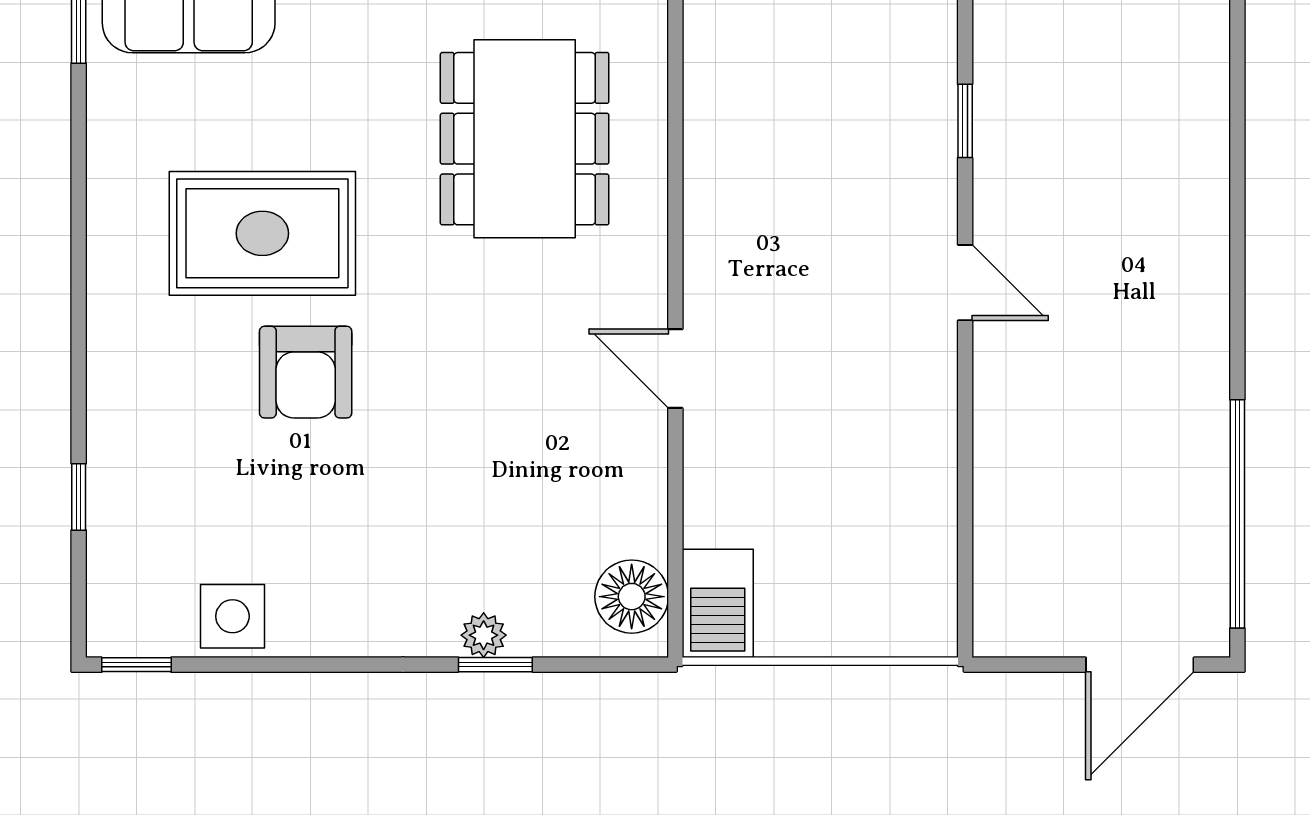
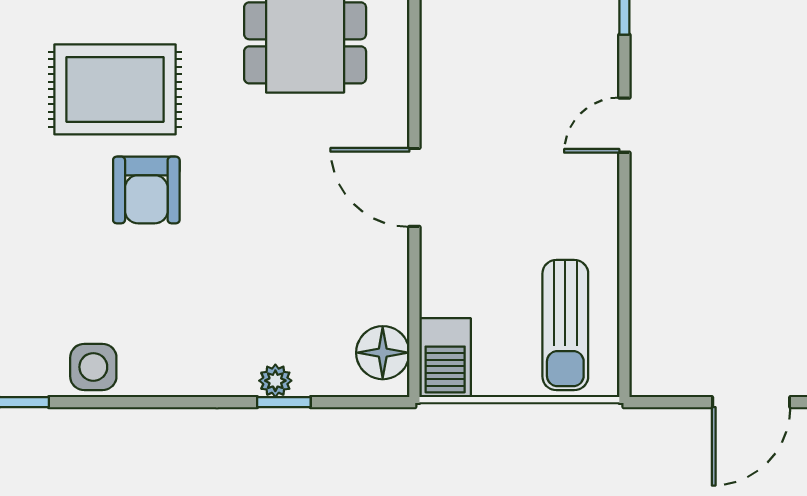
door: (965, 283) -> (624, 125), swing flipped
door: (675, 369) -> (414, 187), width x1.38
sun lounger: (884, 558) -> (565, 325), added

